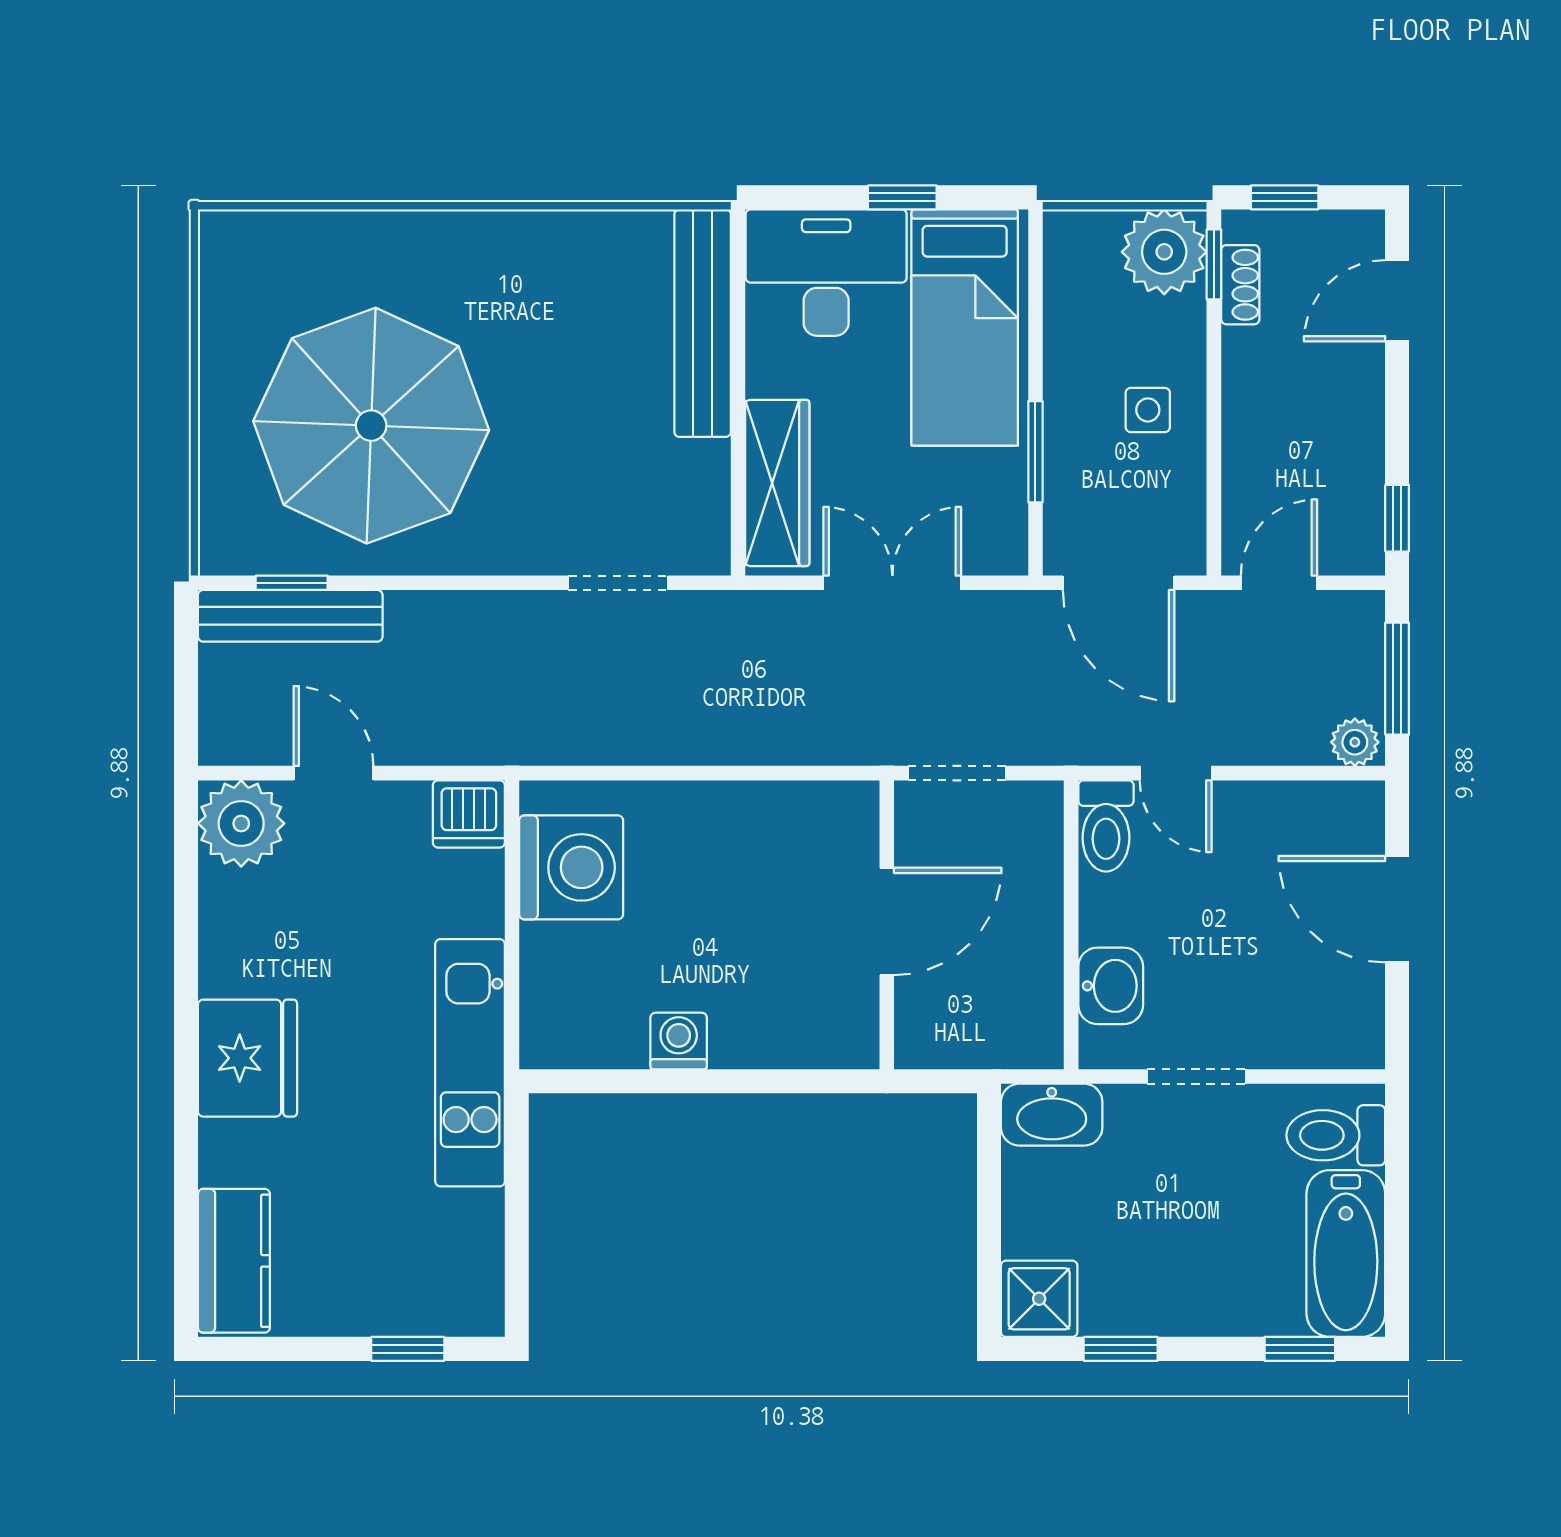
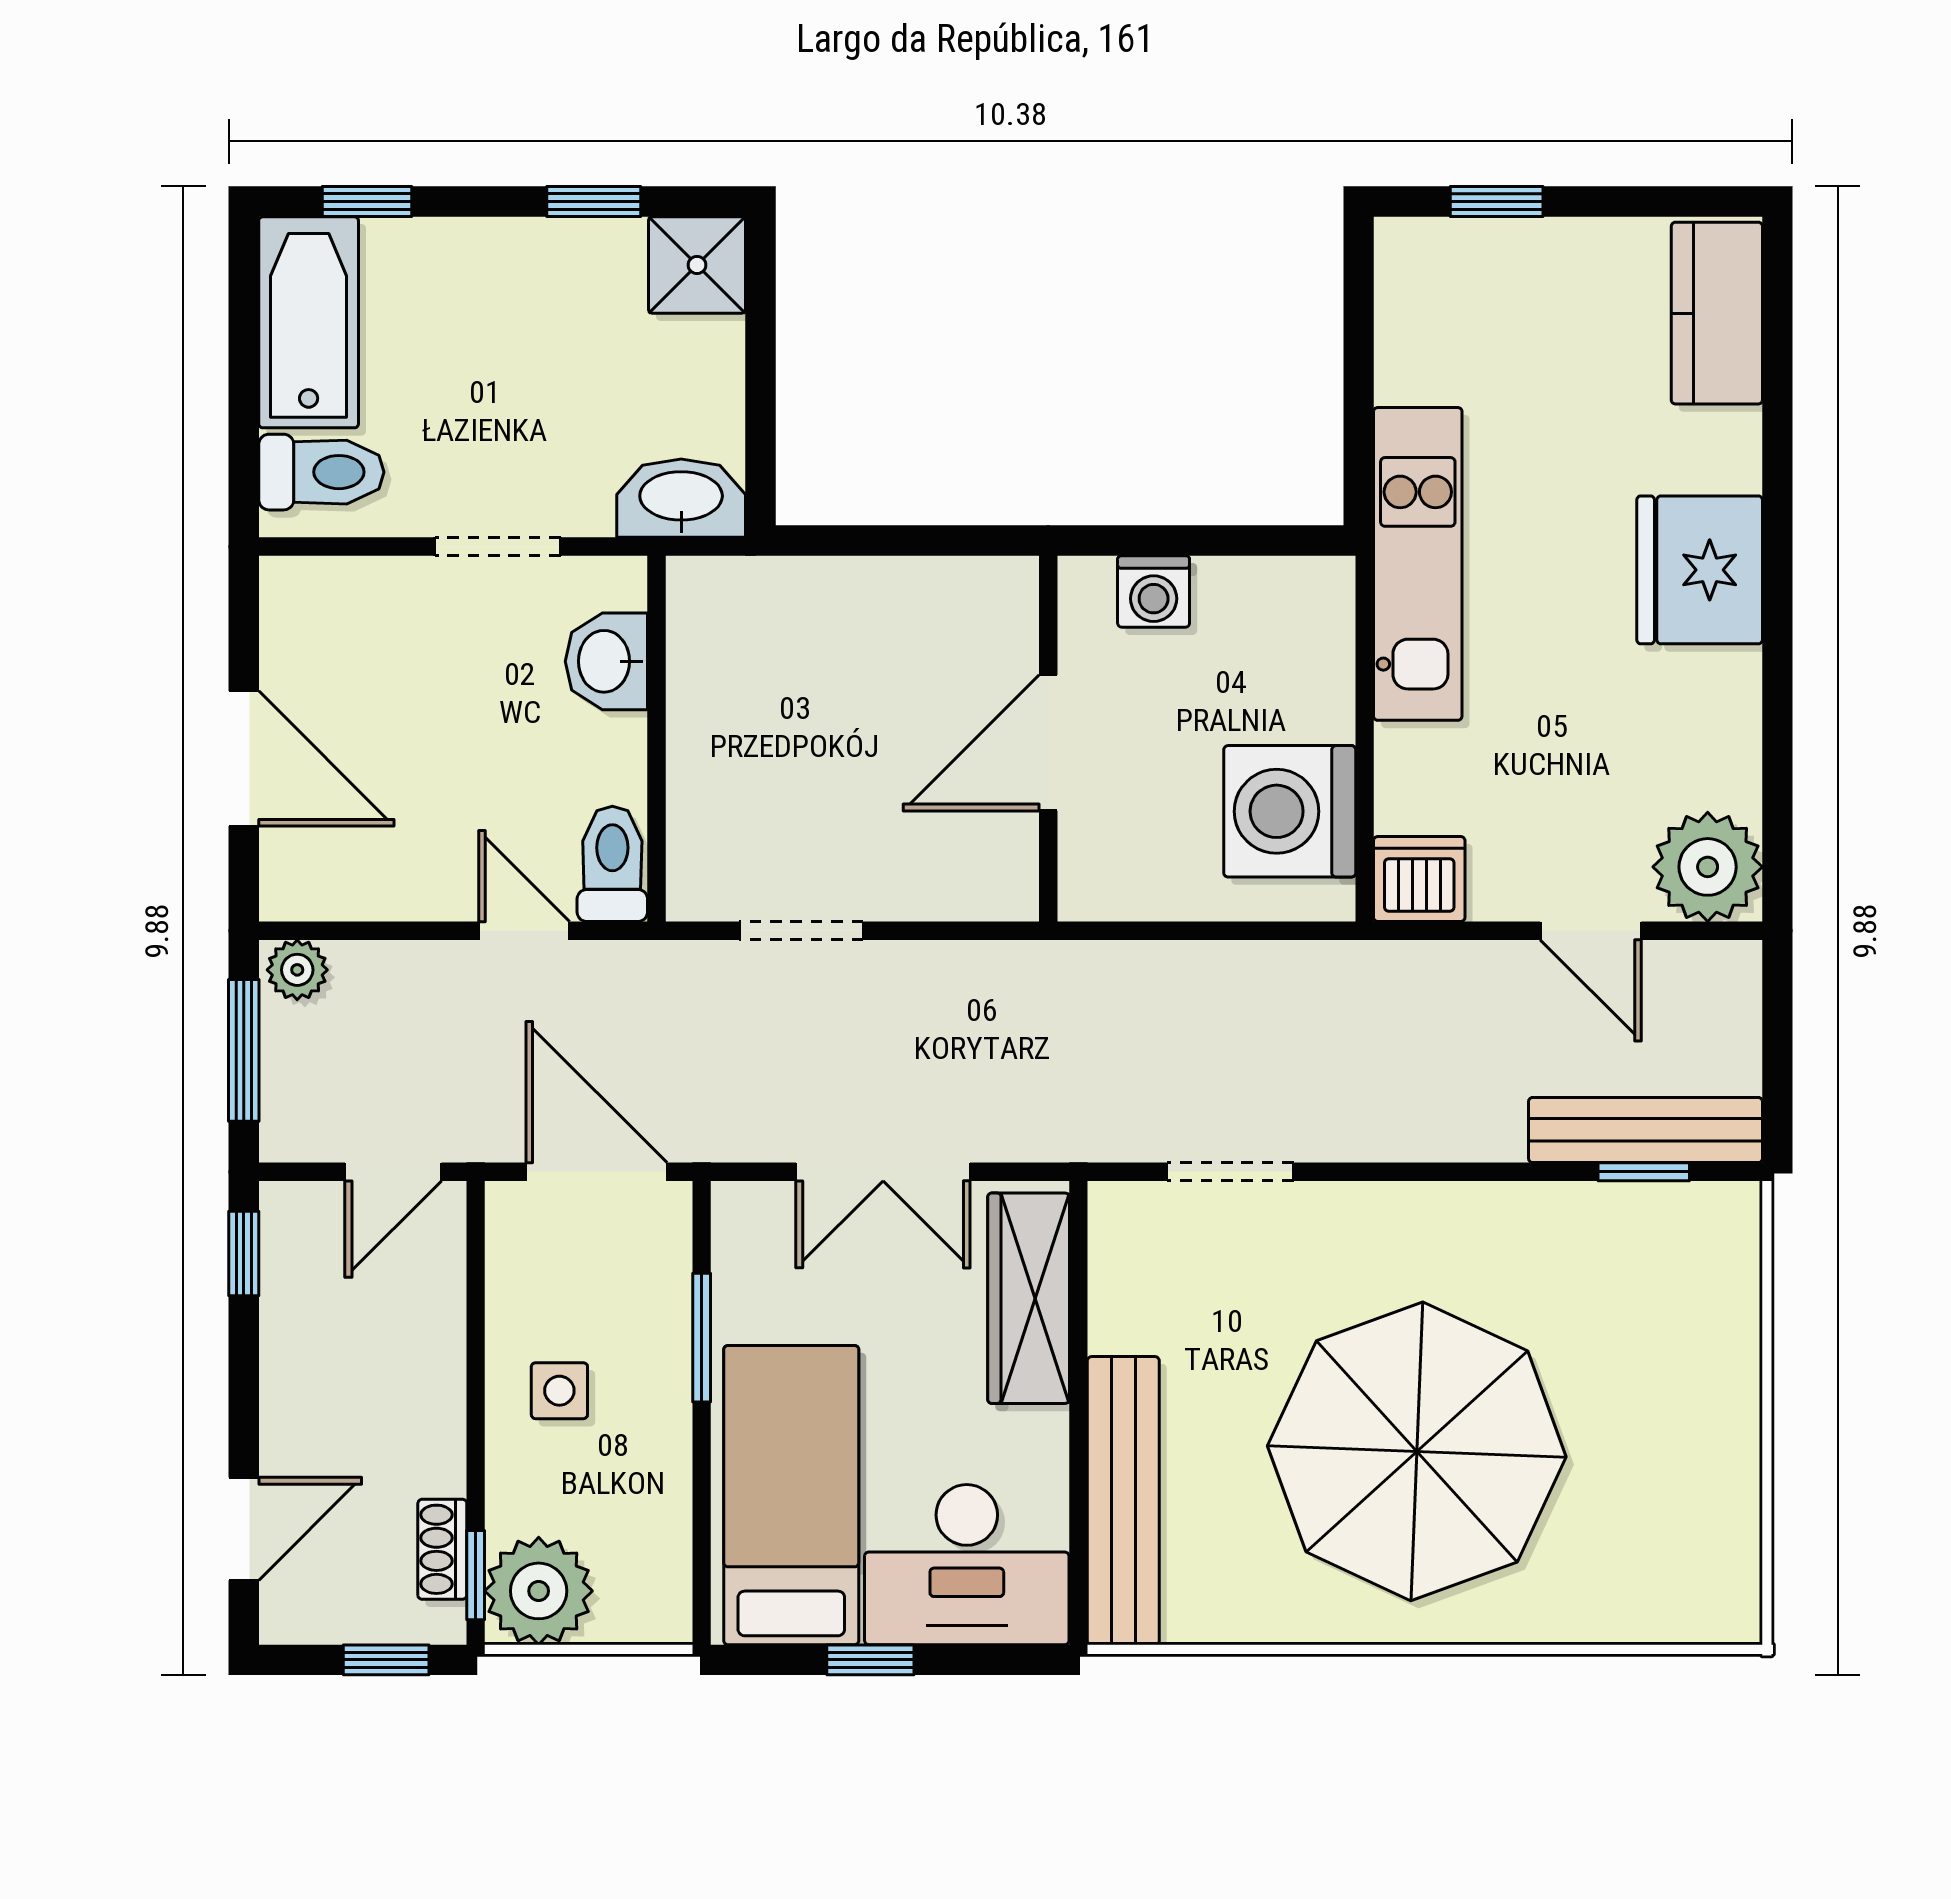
parasol: (371, 426) -> (1417, 1451), moved
door: (887, 921) -> (1048, 743), moved
wall: (887, 925) -> (1048, 739), moved

